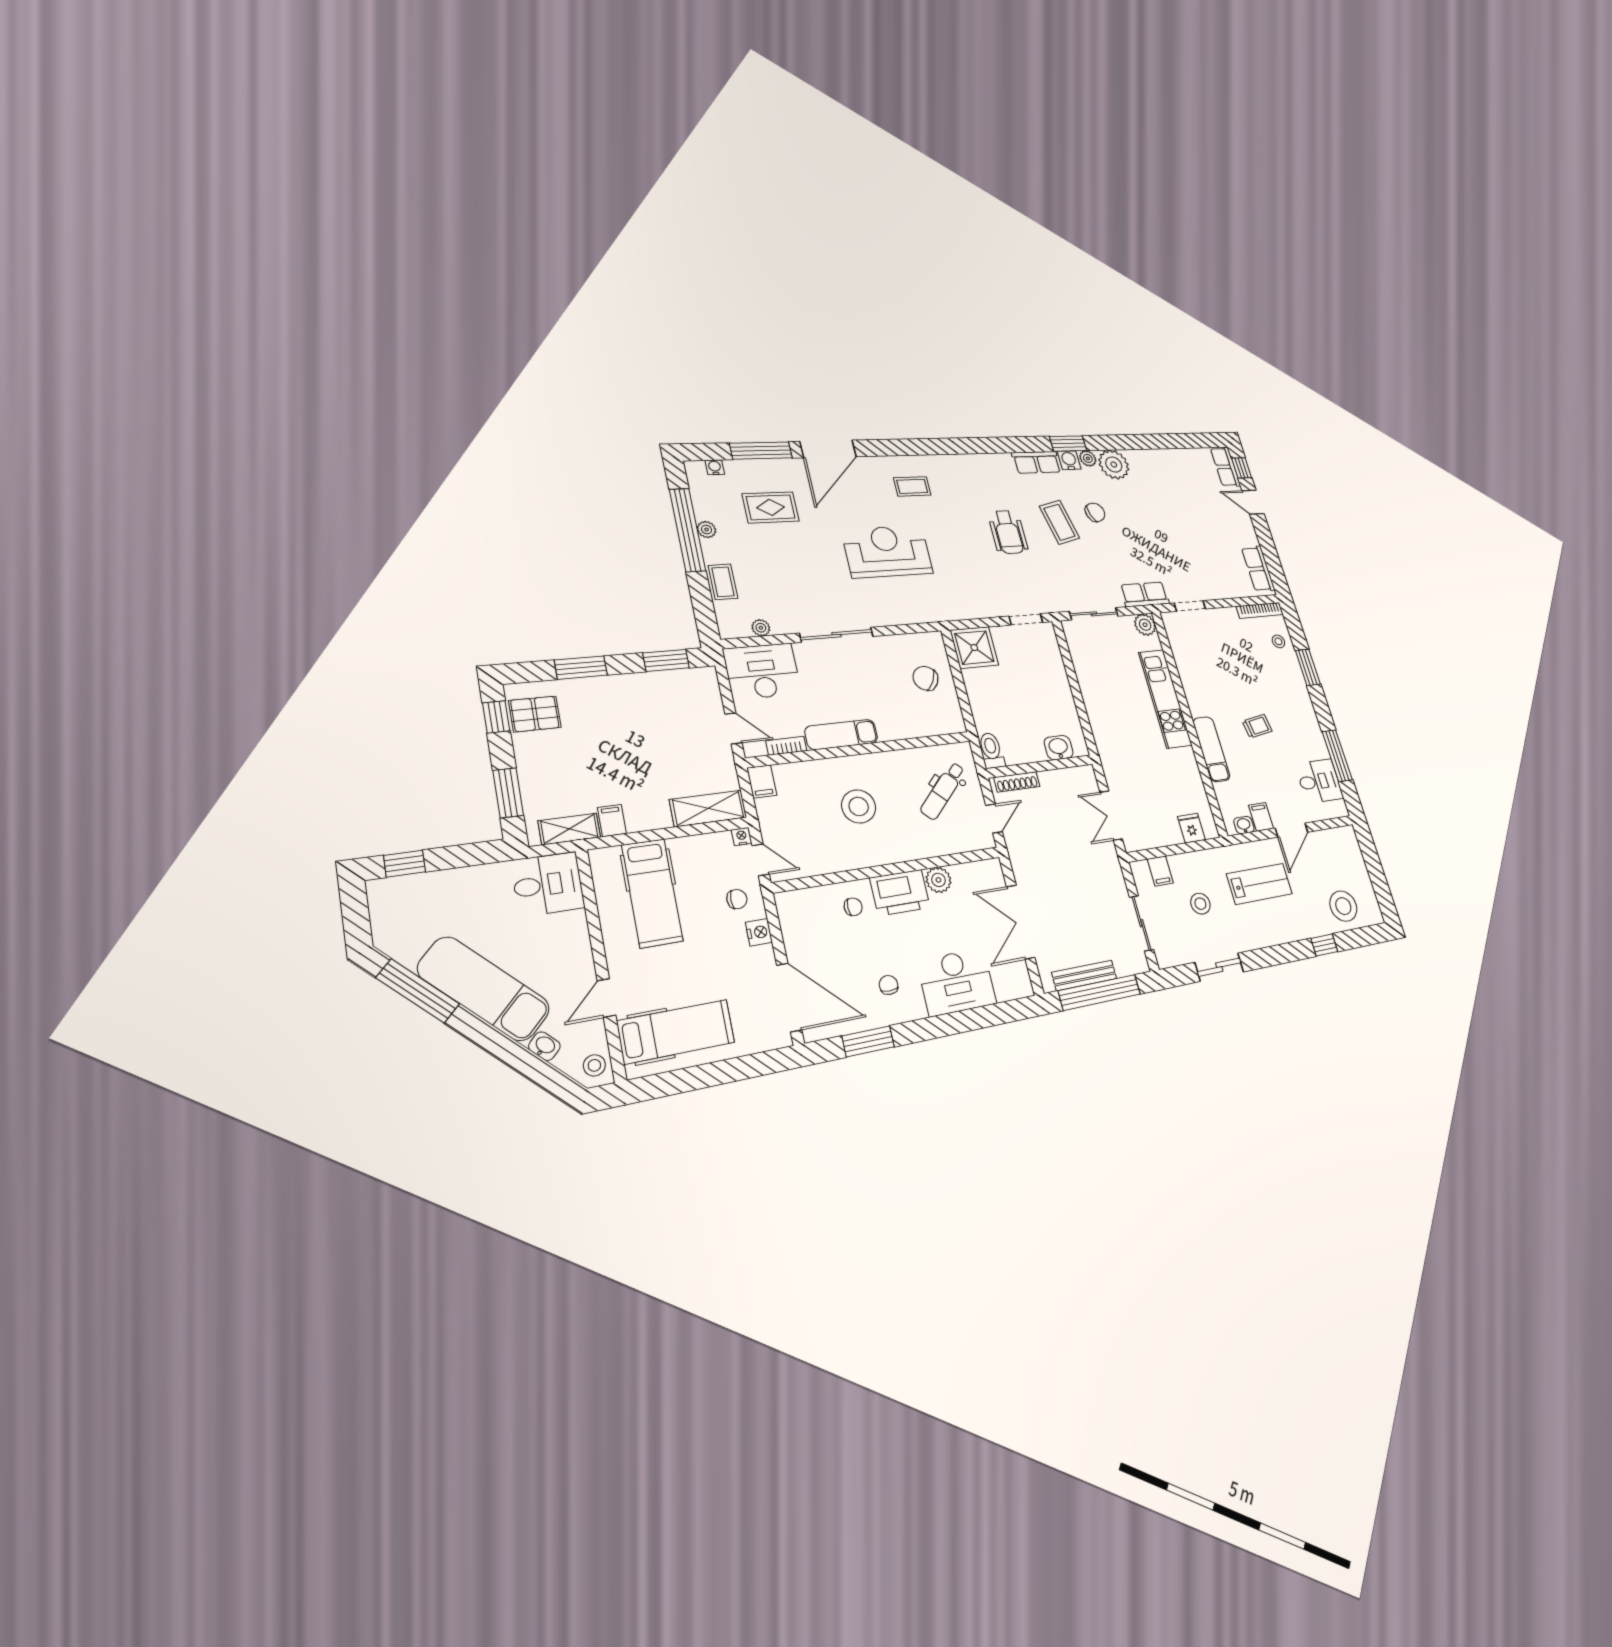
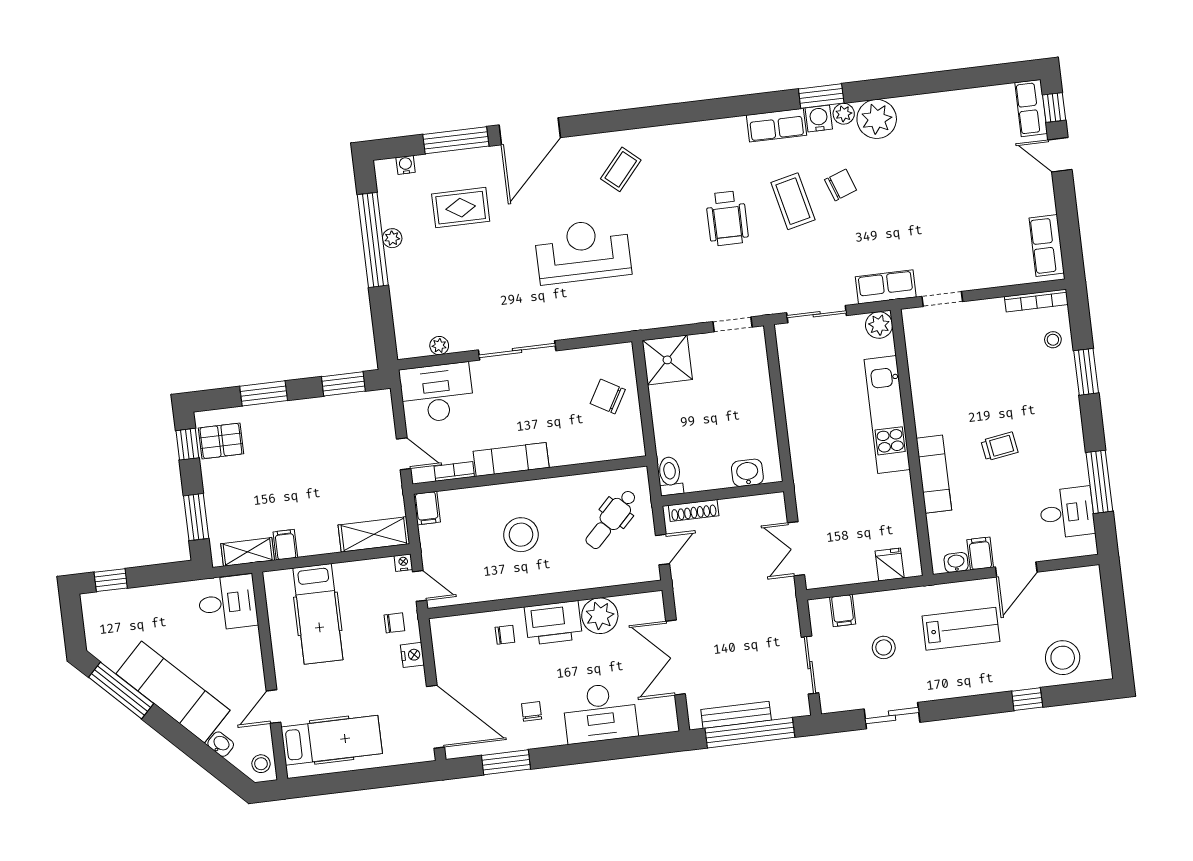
coffee table: (912, 486) -> (621, 169), turned -49
coffee table: (723, 582) -> (405, 296), removed
plant: (938, 880) -> (600, 616), width x1.36, depth x1.36

